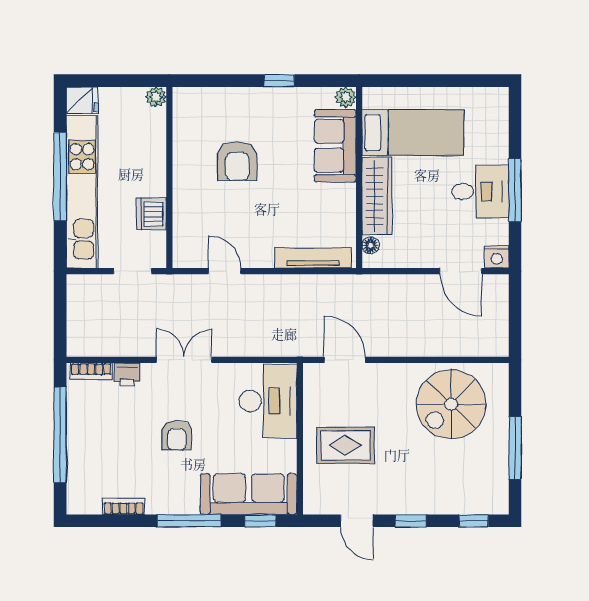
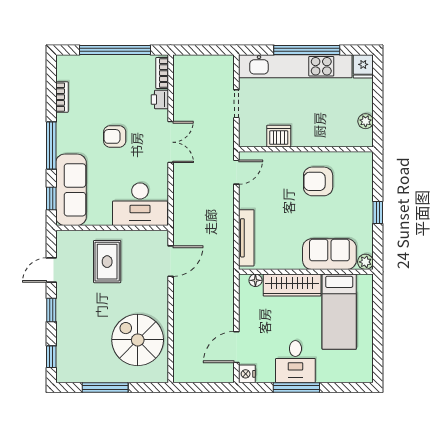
wall: (169, 177) -> (306, 149), moved
dishwasher: (151, 214) -> (279, 136), moved

